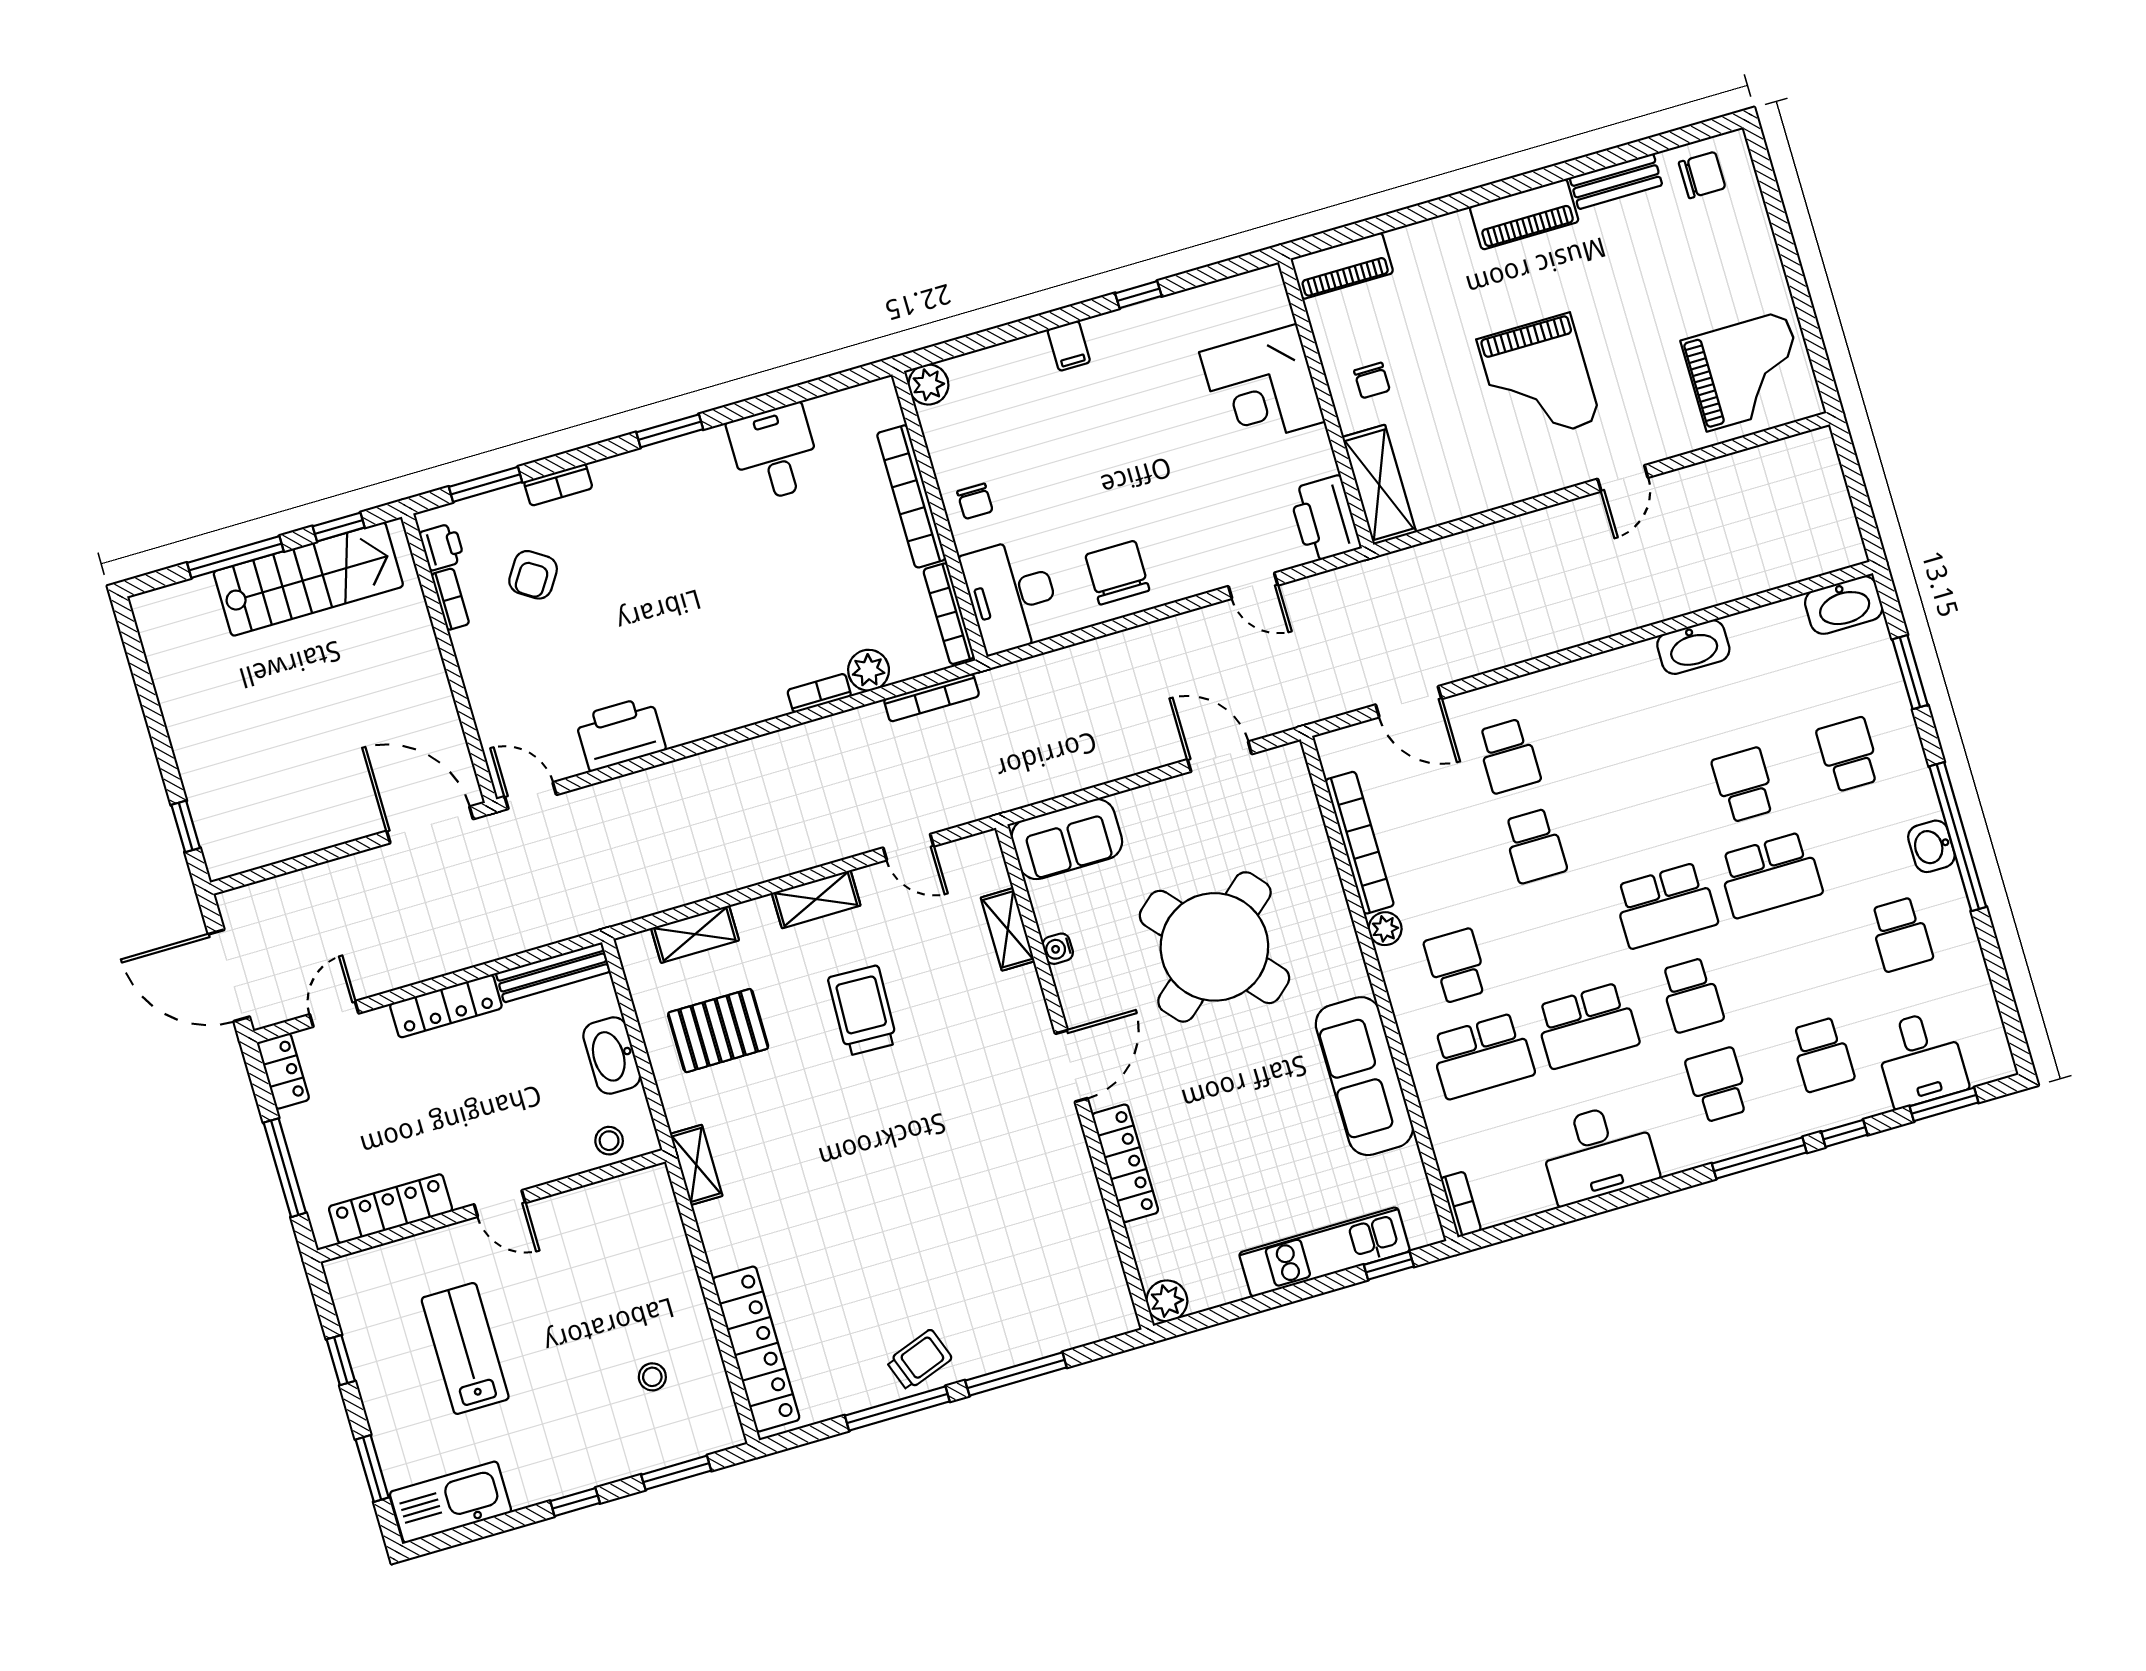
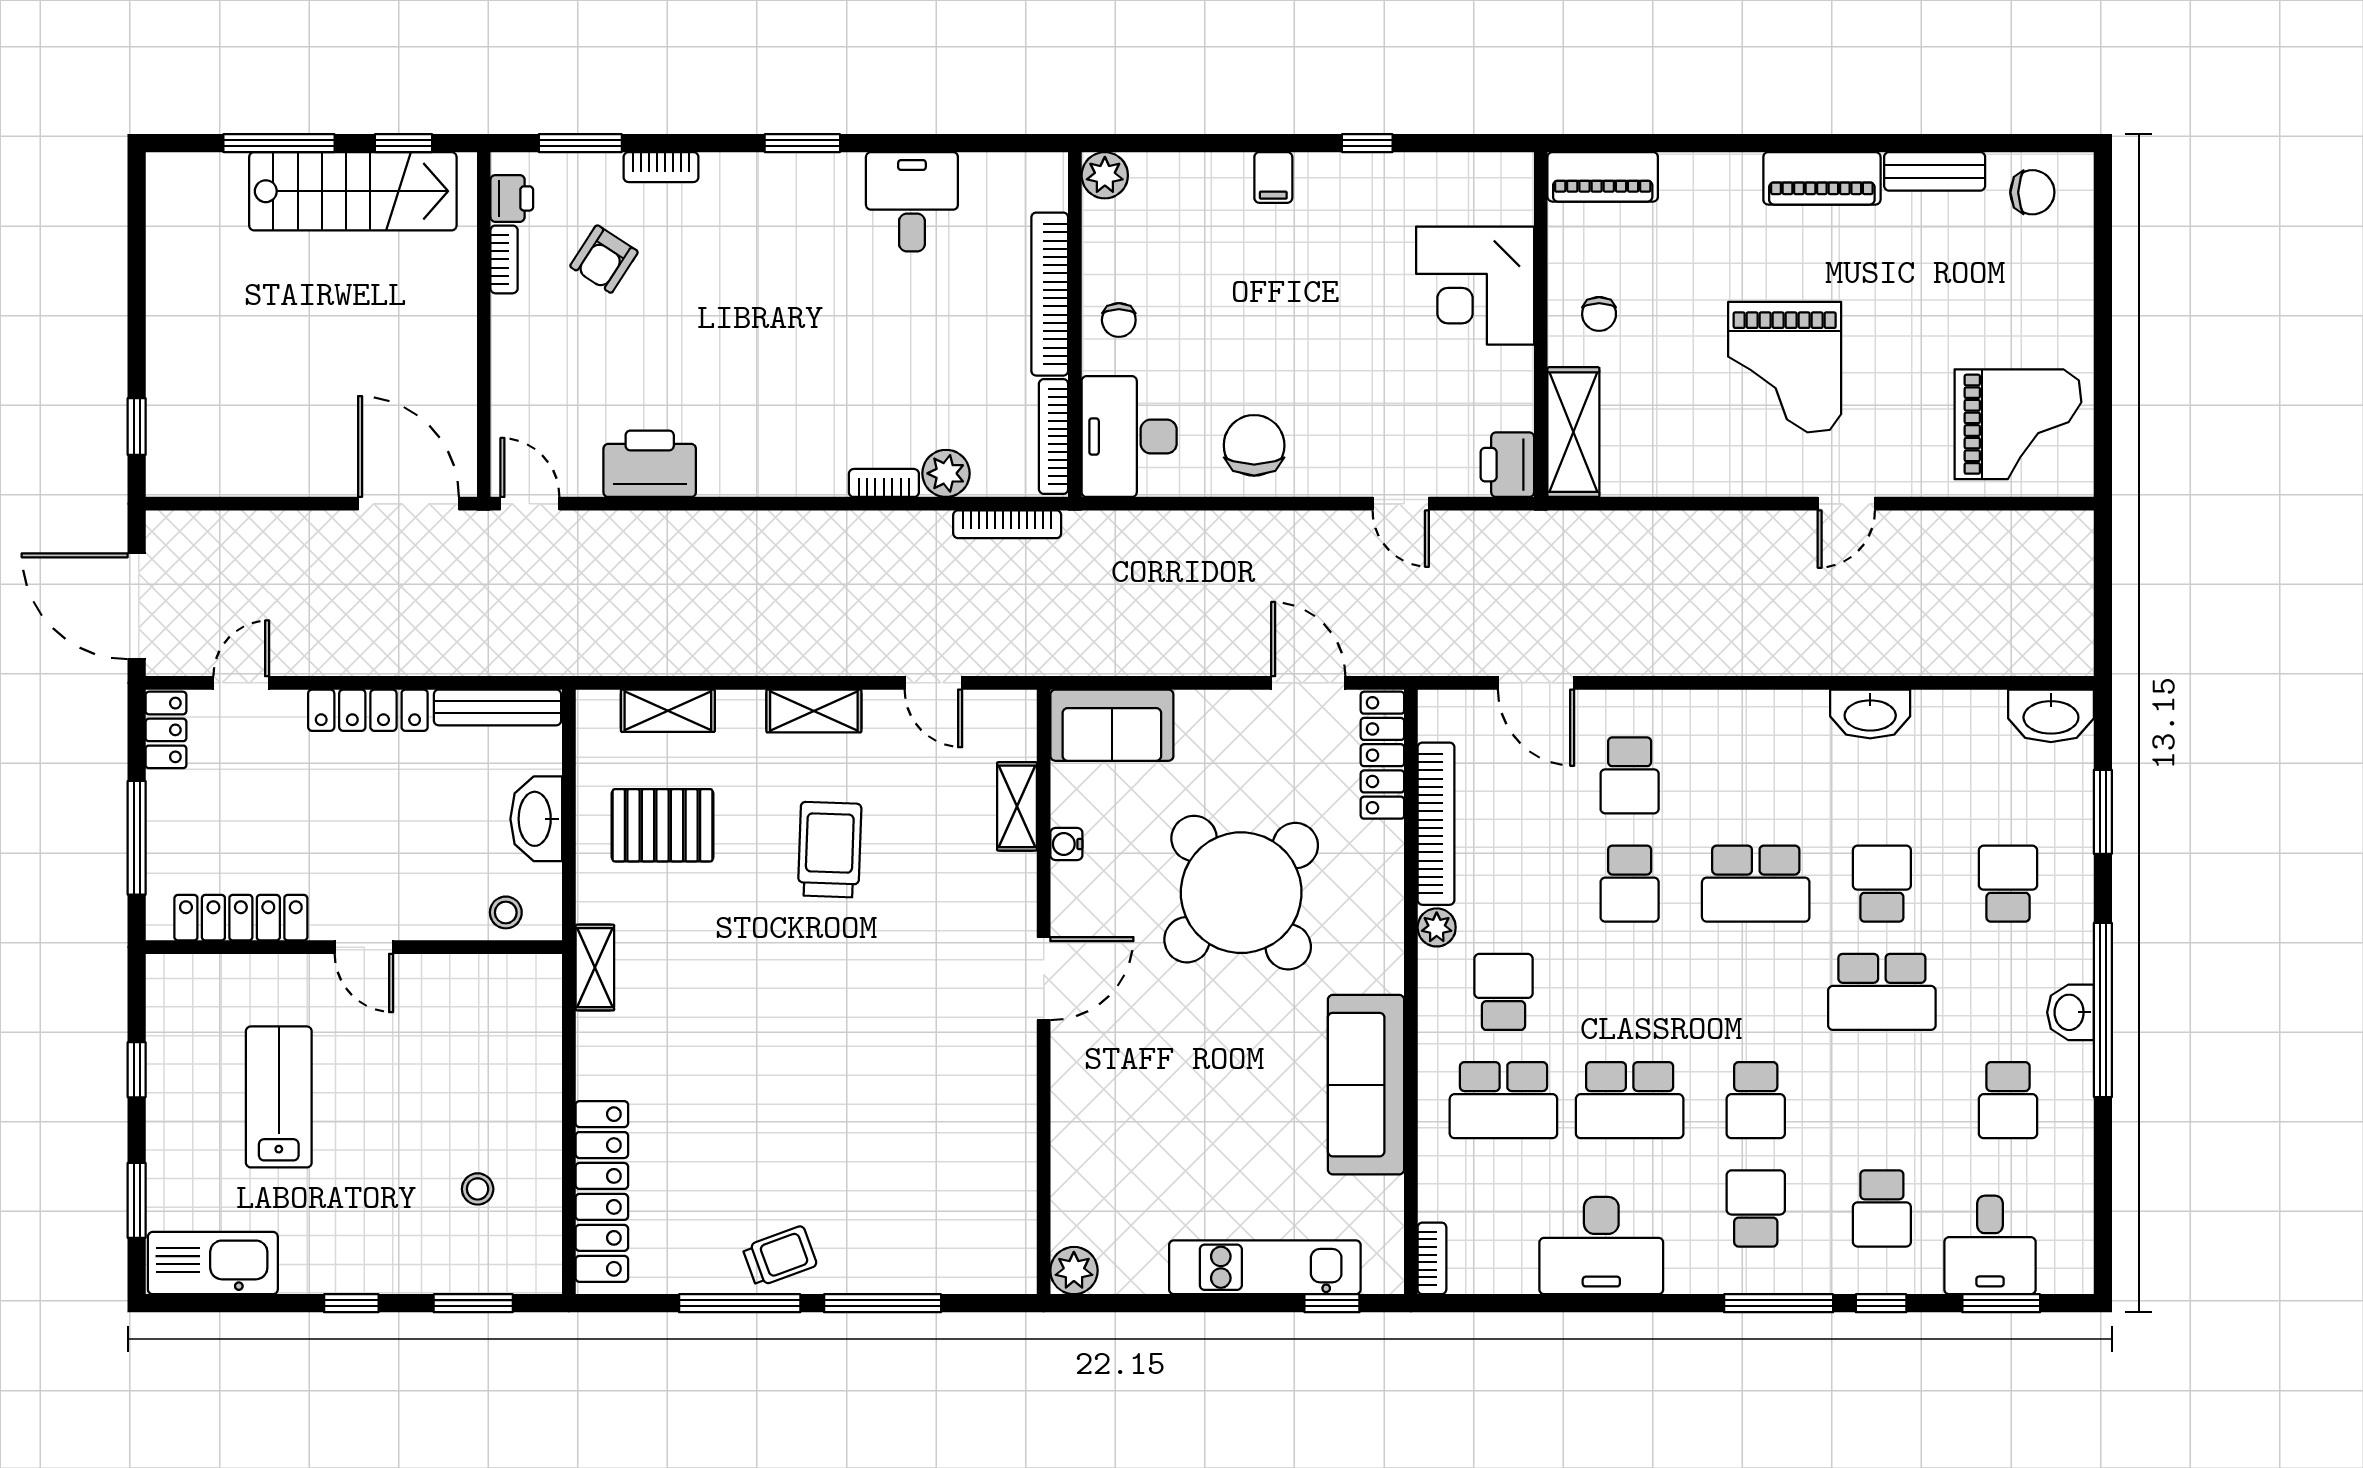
printer: (1325, 519) -> (1507, 465), width x0.73, depth x0.84
school desk: (1665, 905) -> (1756, 884), moved
locker: (1125, 1163) -> (1382, 755), moved, turned 180

